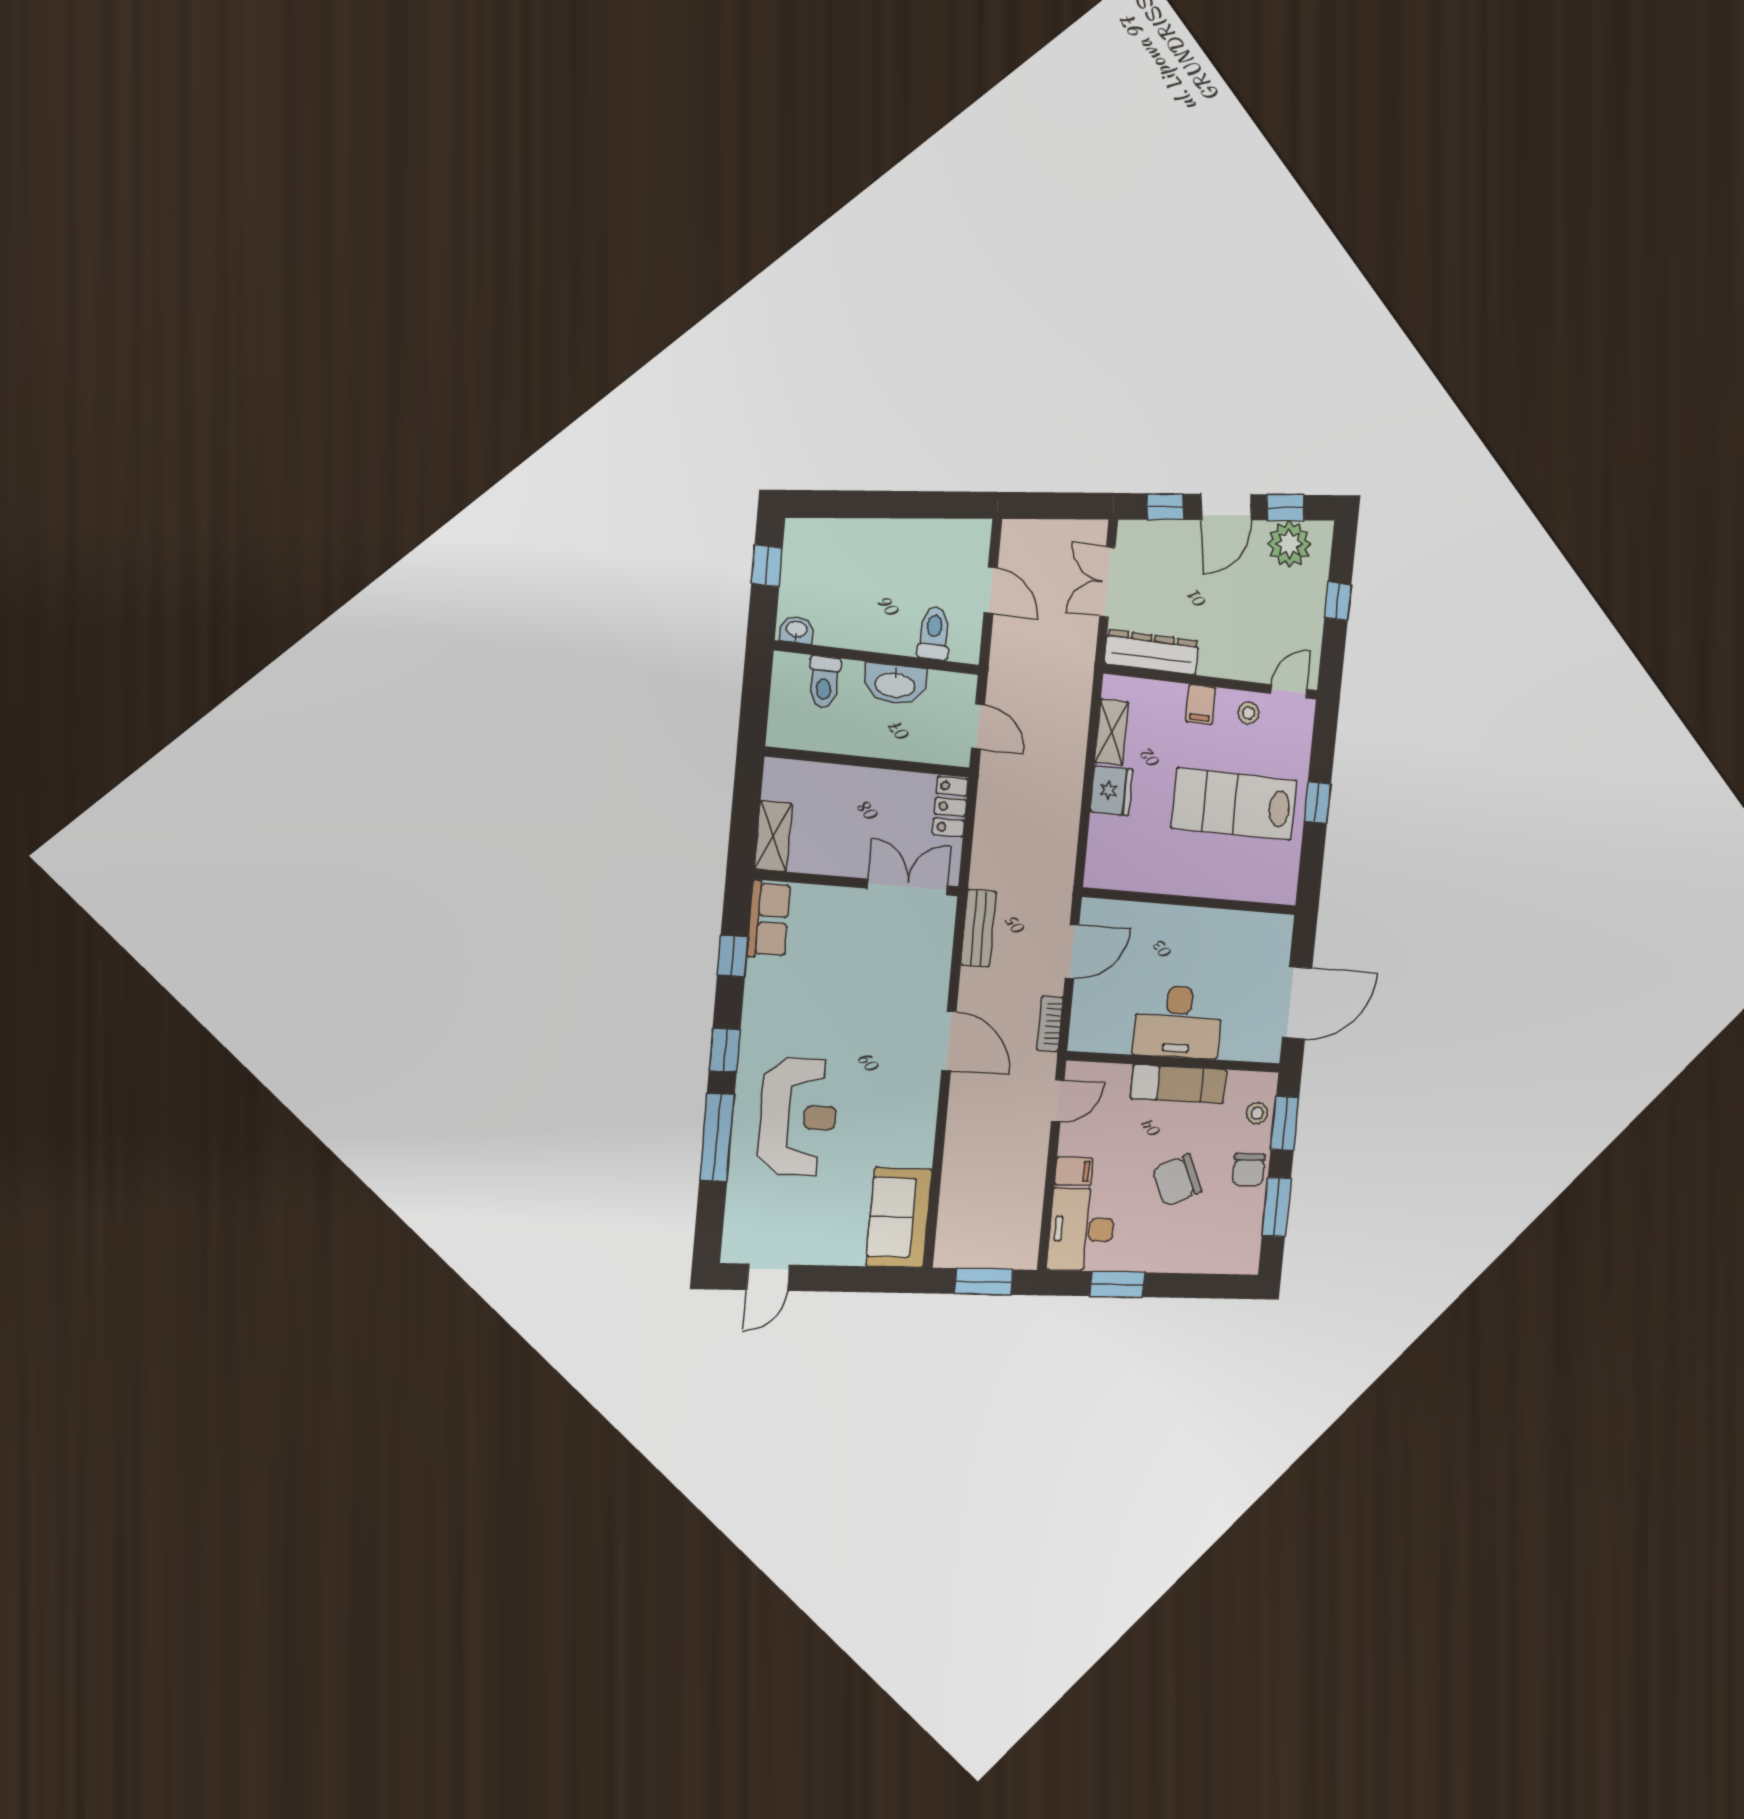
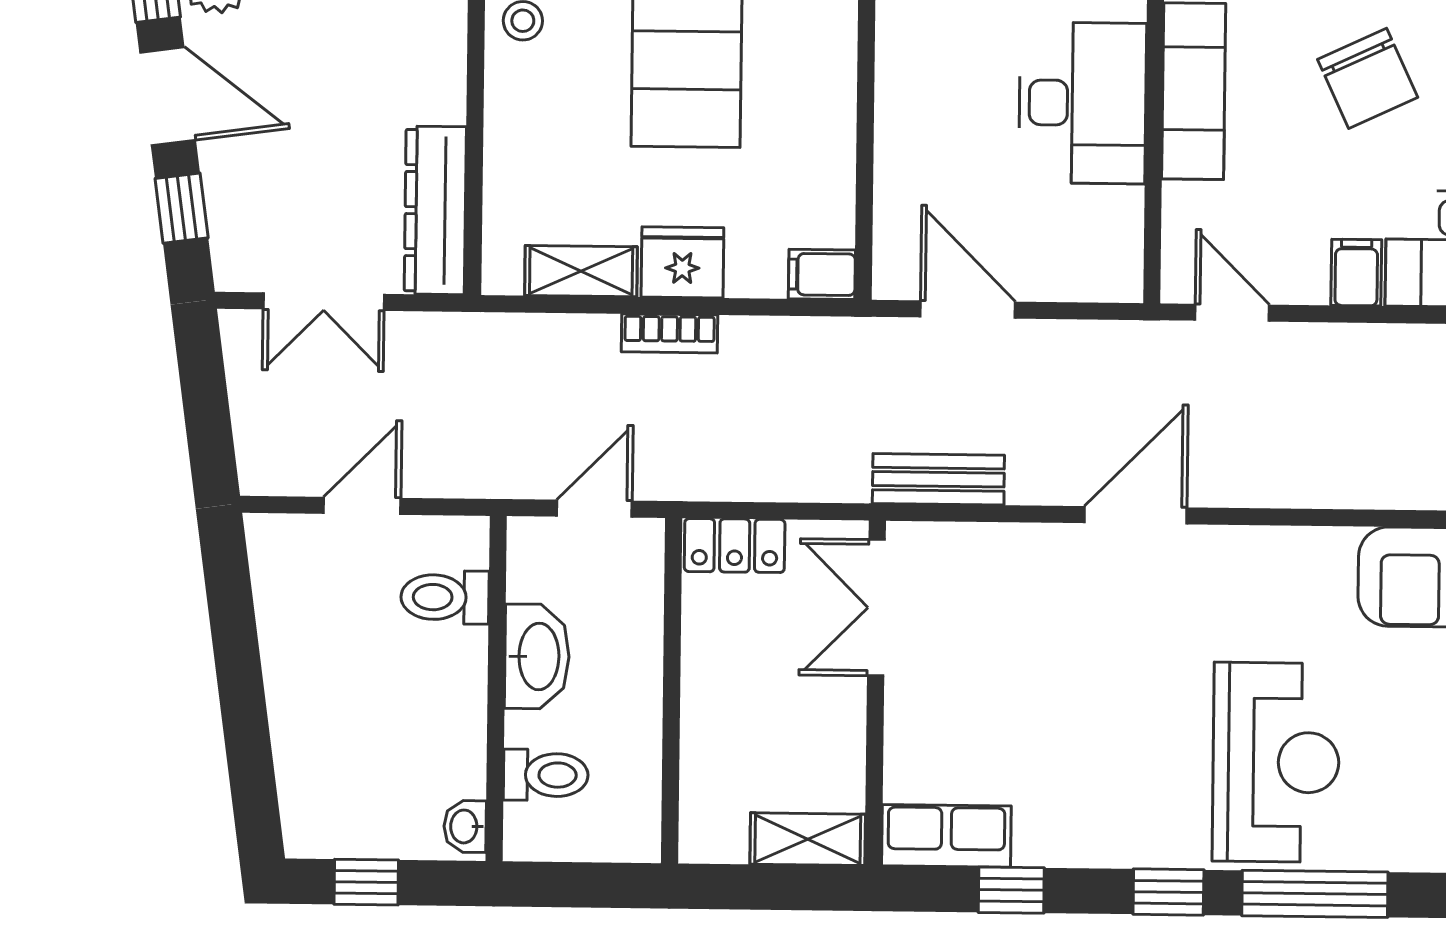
filing cabinet: (1201, 704) -> (822, 274), moved, turned 180
bookcase: (1050, 1024) -> (669, 333), moved
reception desk: (798, 1117) -> (1276, 762), turned 90

